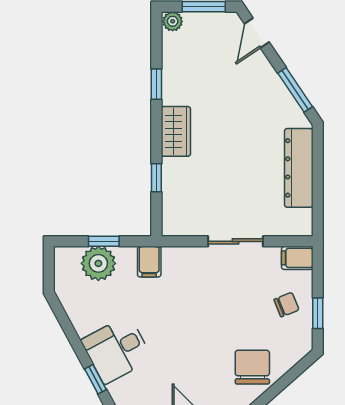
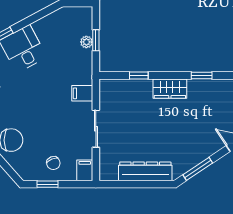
filing cabinet: (149, 262) -> (82, 93), moved
plant: (98, 263) -> (86, 42), width x0.53, depth x0.53

